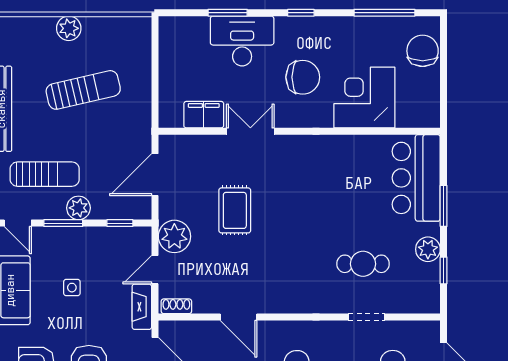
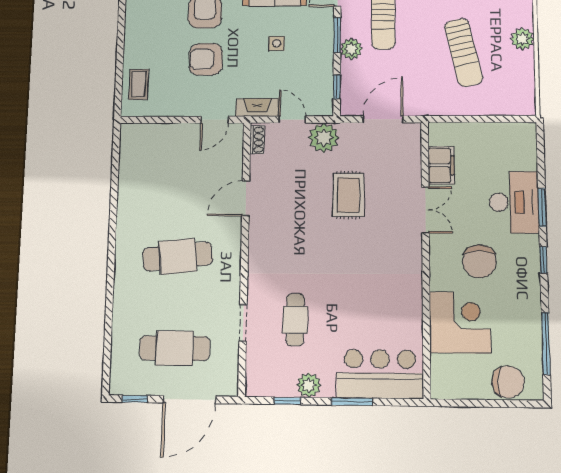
window: (228, 13) -> (542, 207), moved
door: (155, 175) -> (383, 119), hinge flipped
rug: (235, 210) -> (348, 195), turned 90

